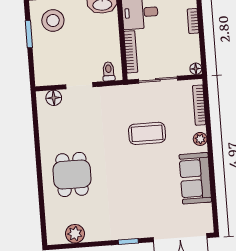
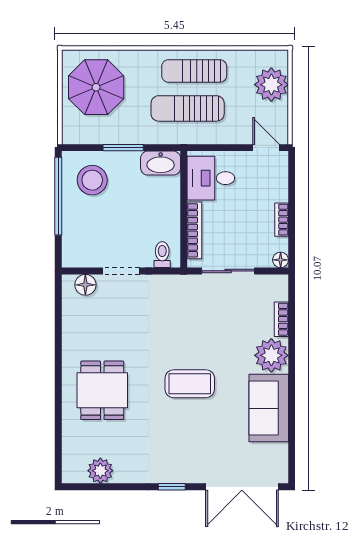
bookcase: (193, 21) -> (282, 220), moved
window: (29, 34) -> (58, 196), width x2.11
bookcase: (199, 105) -> (281, 319), width x0.64
coffee table: (147, 133) -> (190, 384), moved
plant: (200, 139) -> (271, 355), width x1.88, depth x1.88

